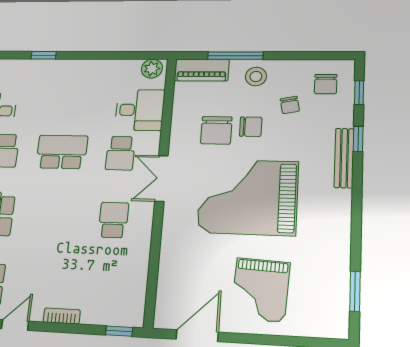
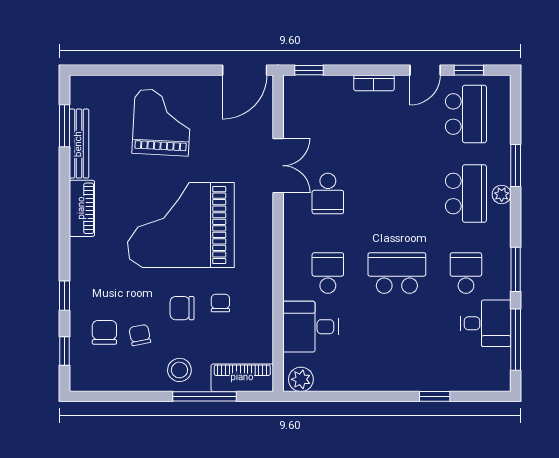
chair: (326, 84) -> (104, 332), moved
chair: (216, 130) -> (220, 303), width x0.54, depth x0.54
school desk: (62, 152) -> (397, 273), turned 180
bench: (344, 158) -> (79, 144), moved
double door: (161, 178) -> (278, 166), moved
grand piano: (248, 197) -> (181, 225), turned 180
piano: (340, 215) -> (82, 208), added
door: (197, 336) -> (245, 70), moved

